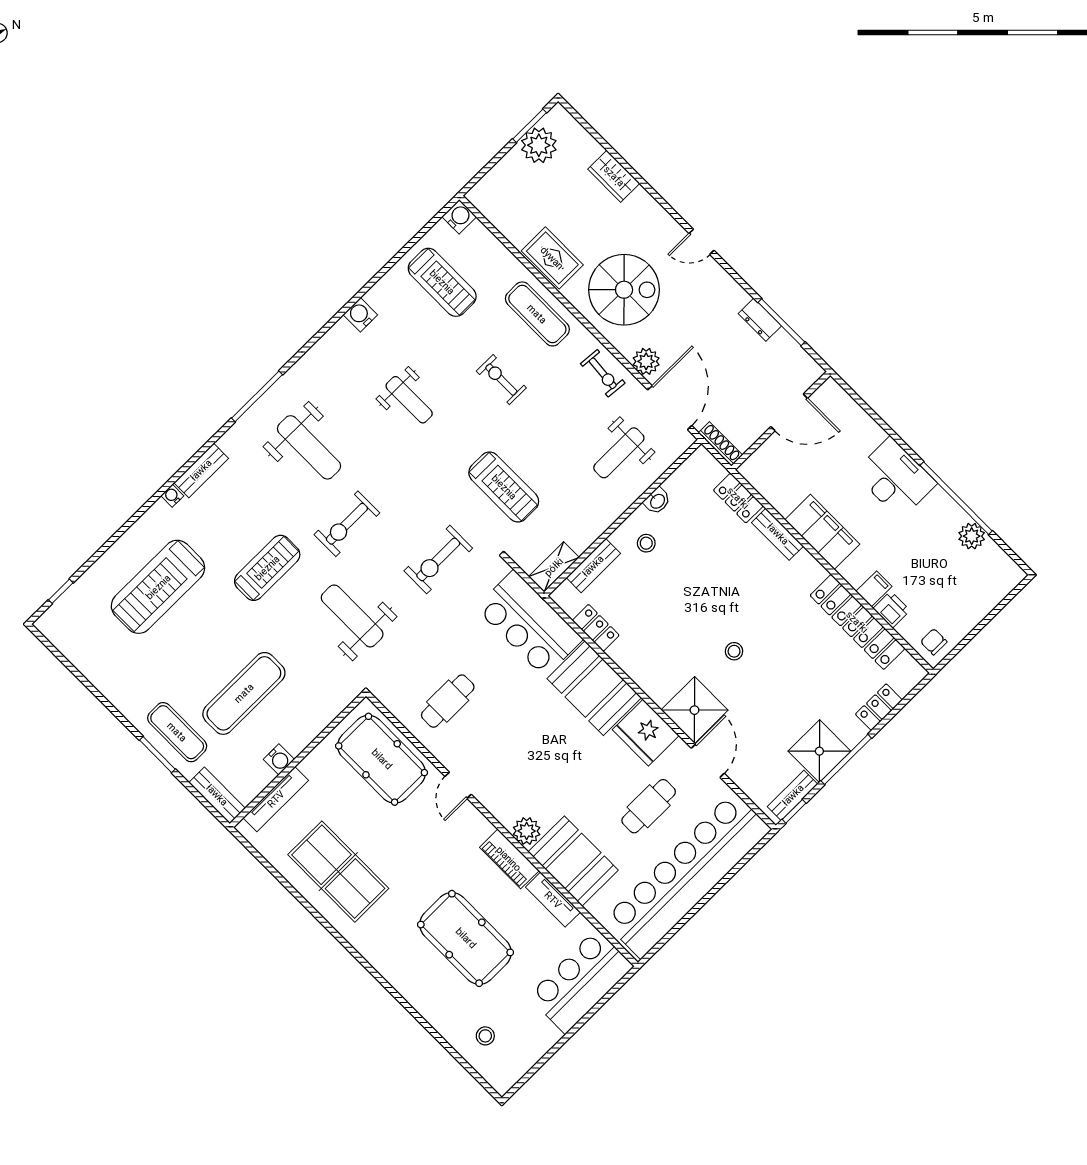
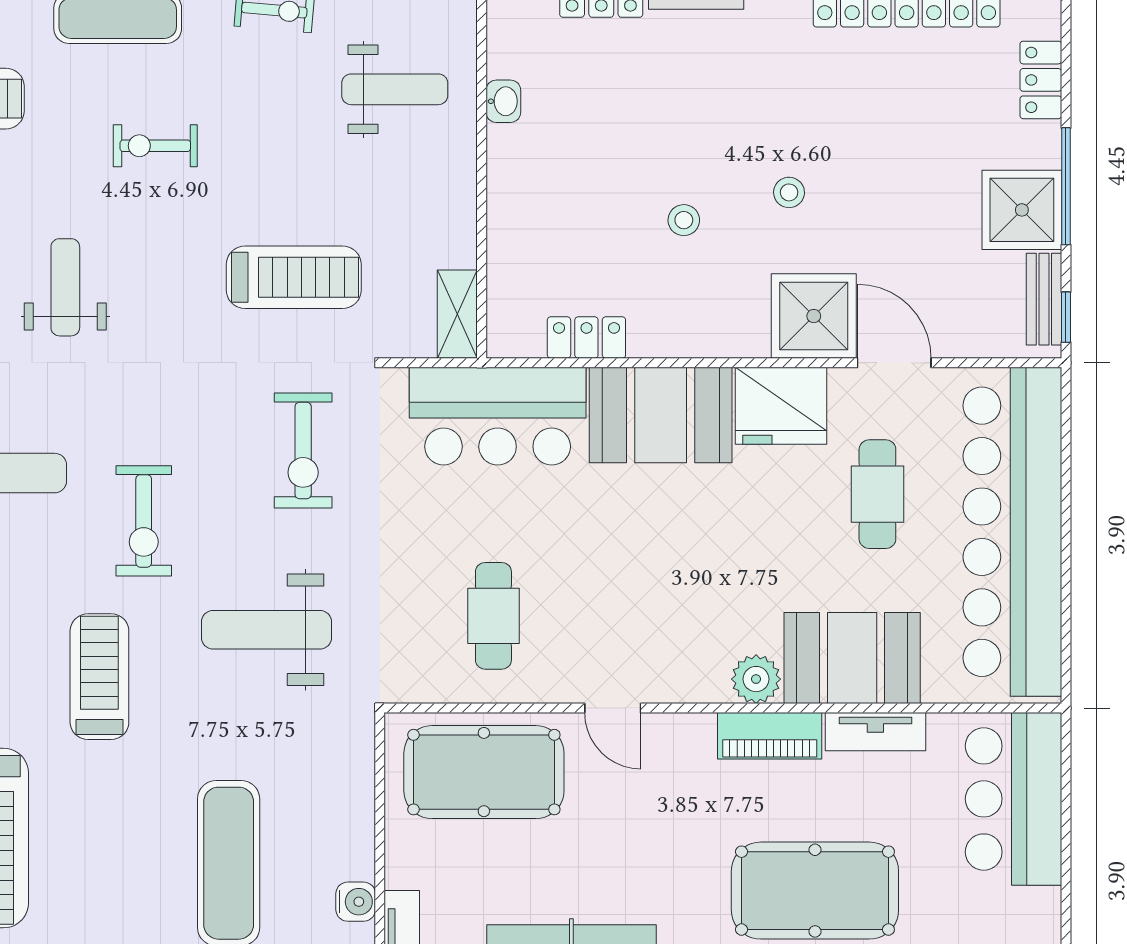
weight bench: (409, 400) -> (65, 287), turned -90
weight bench: (619, 453) -> (395, 89), turned -90
stool: (646, 543) -> (684, 220), moved
bench: (593, 566) -> (505, 263), removed

